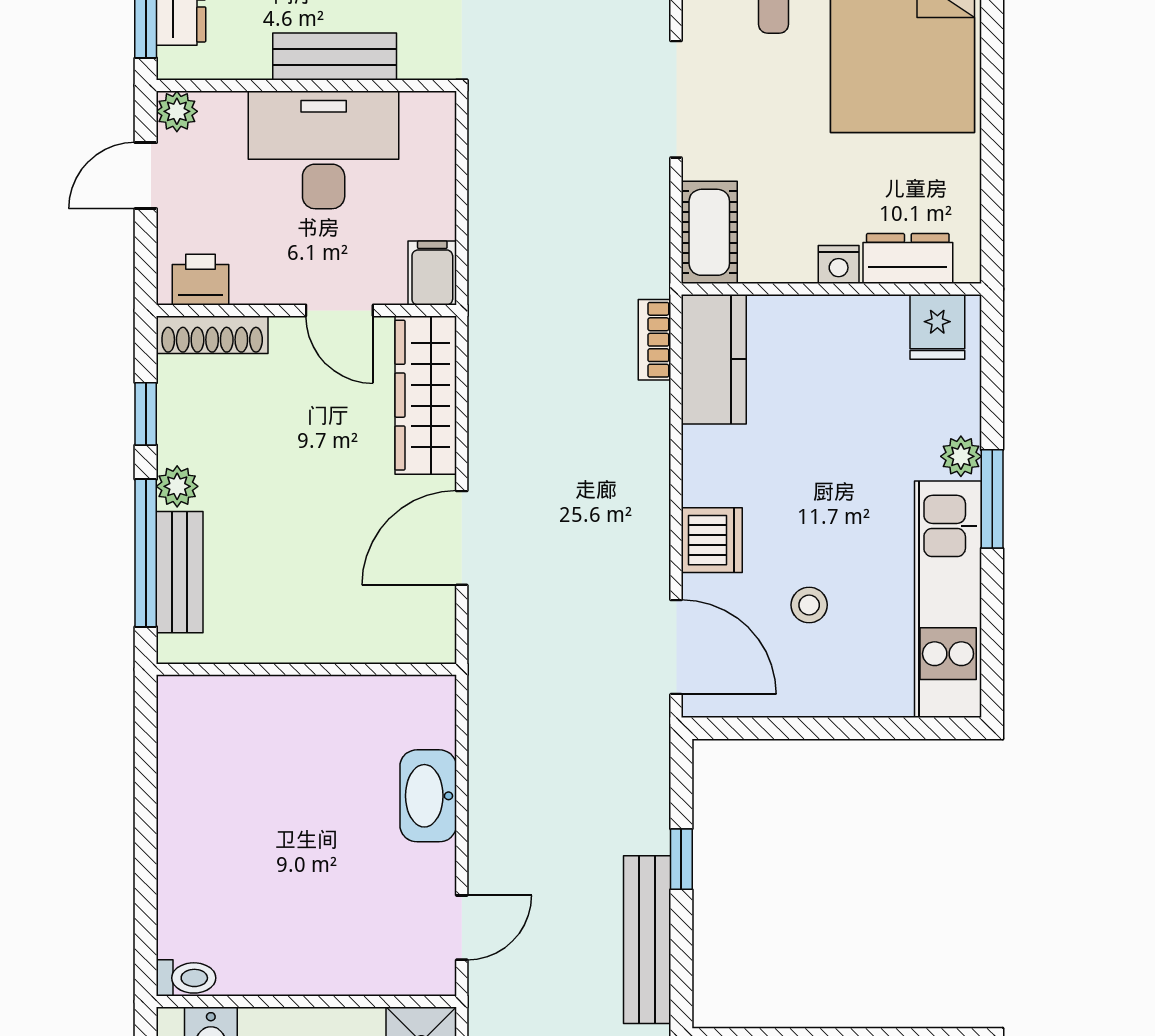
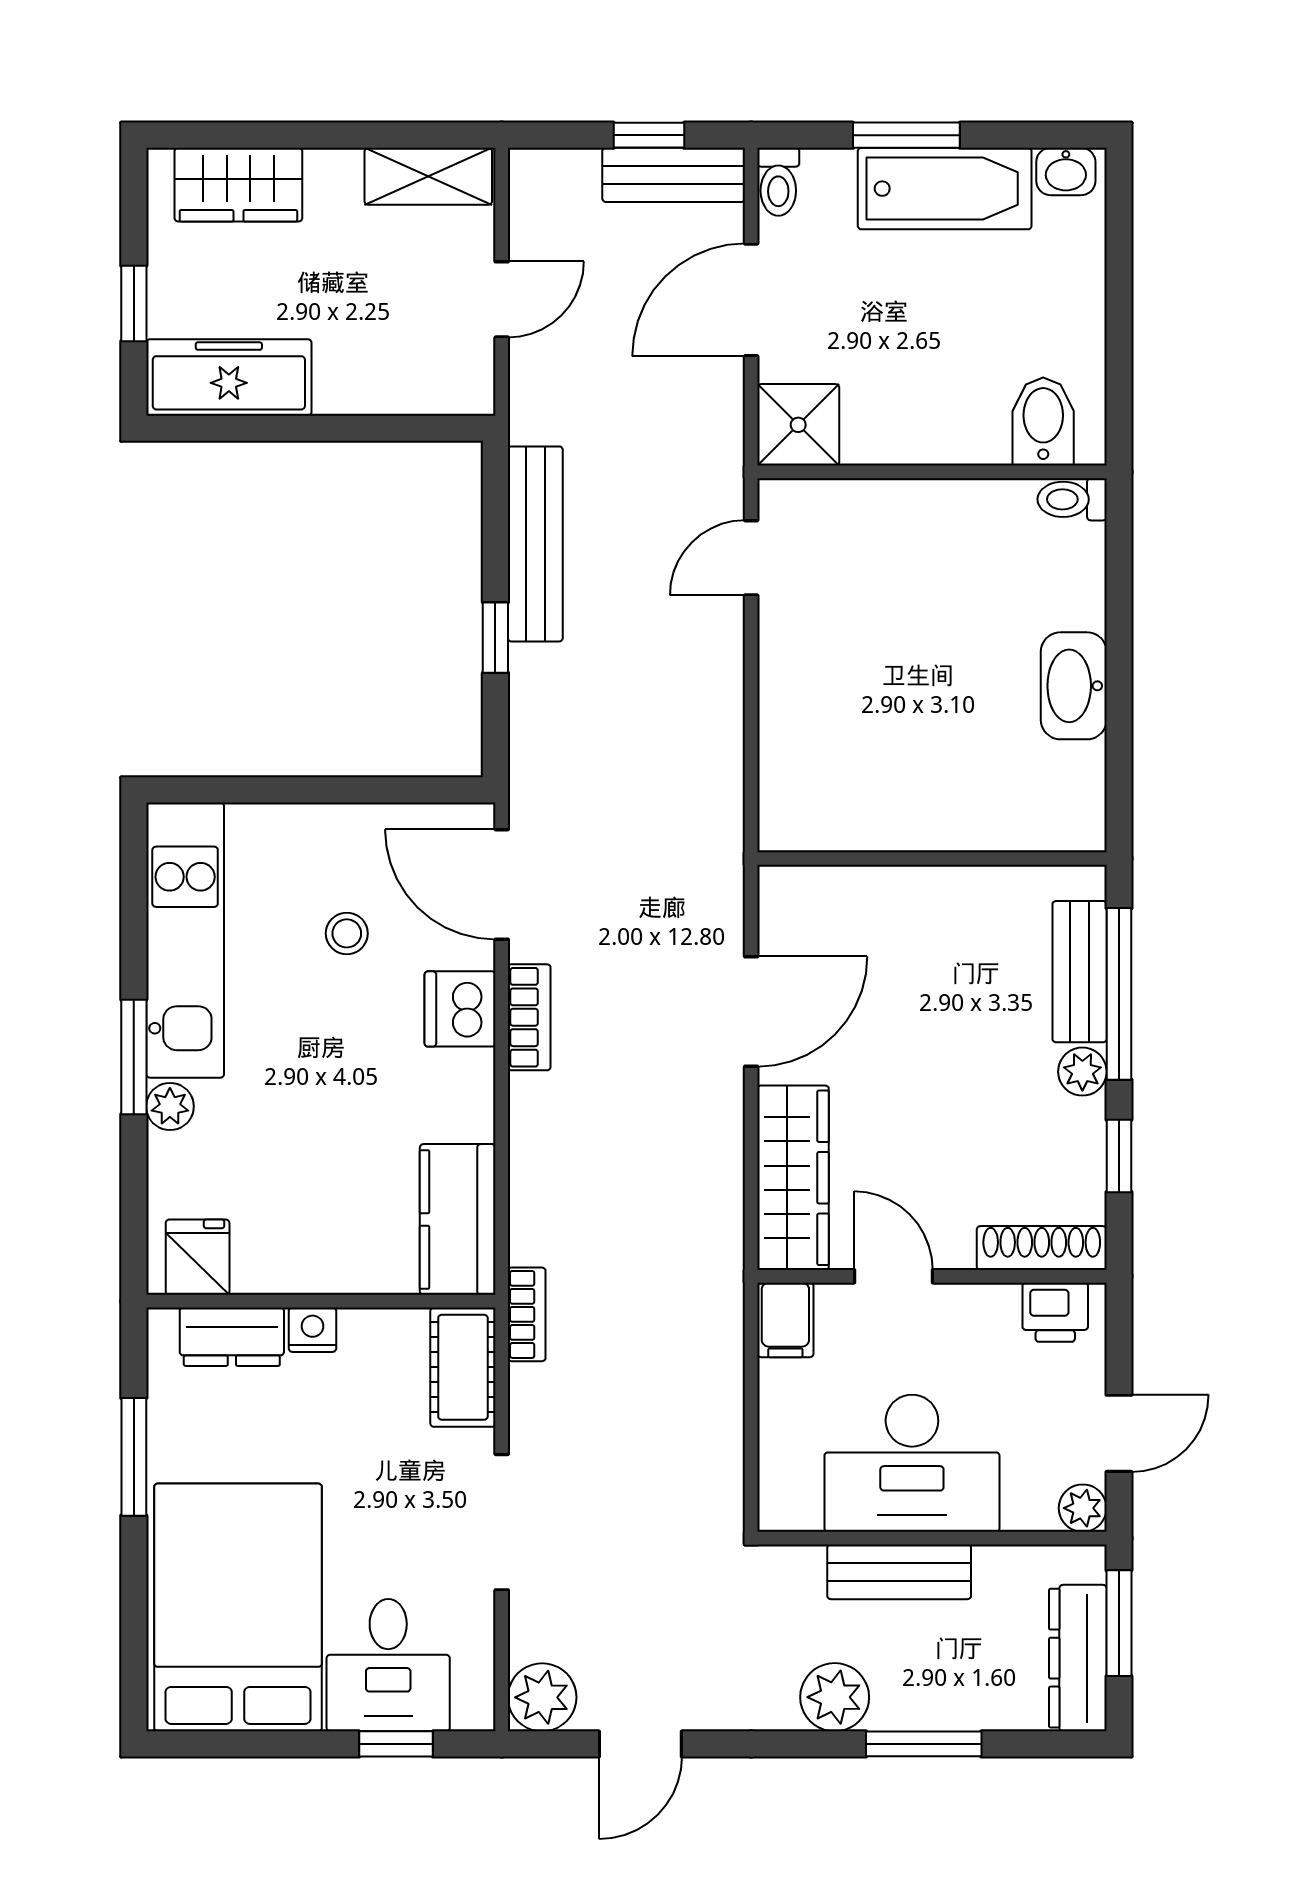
window: (992, 155) -> (134, 1457), added
bookcase: (655, 340) -> (527, 1314), moved
bookcase: (652, 533) -> (529, 1017), added
washbasin: (428, 796) -> (1074, 686), moved, turned 180

